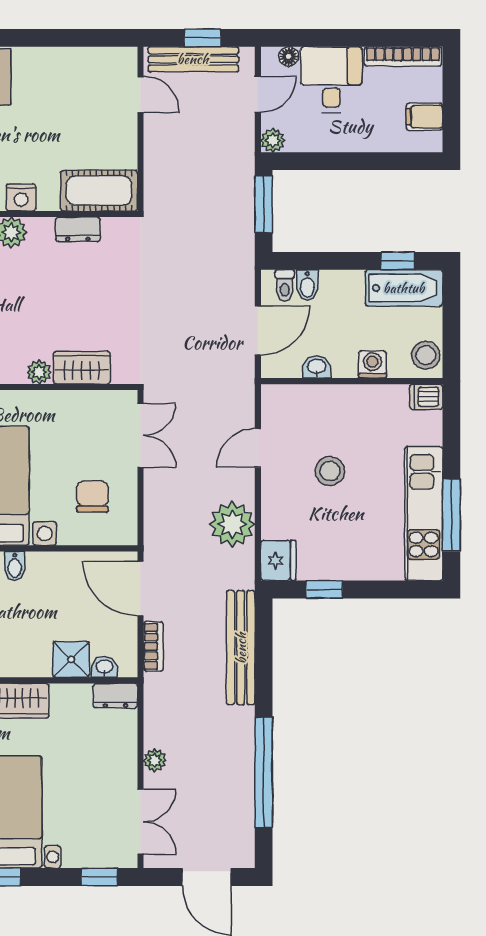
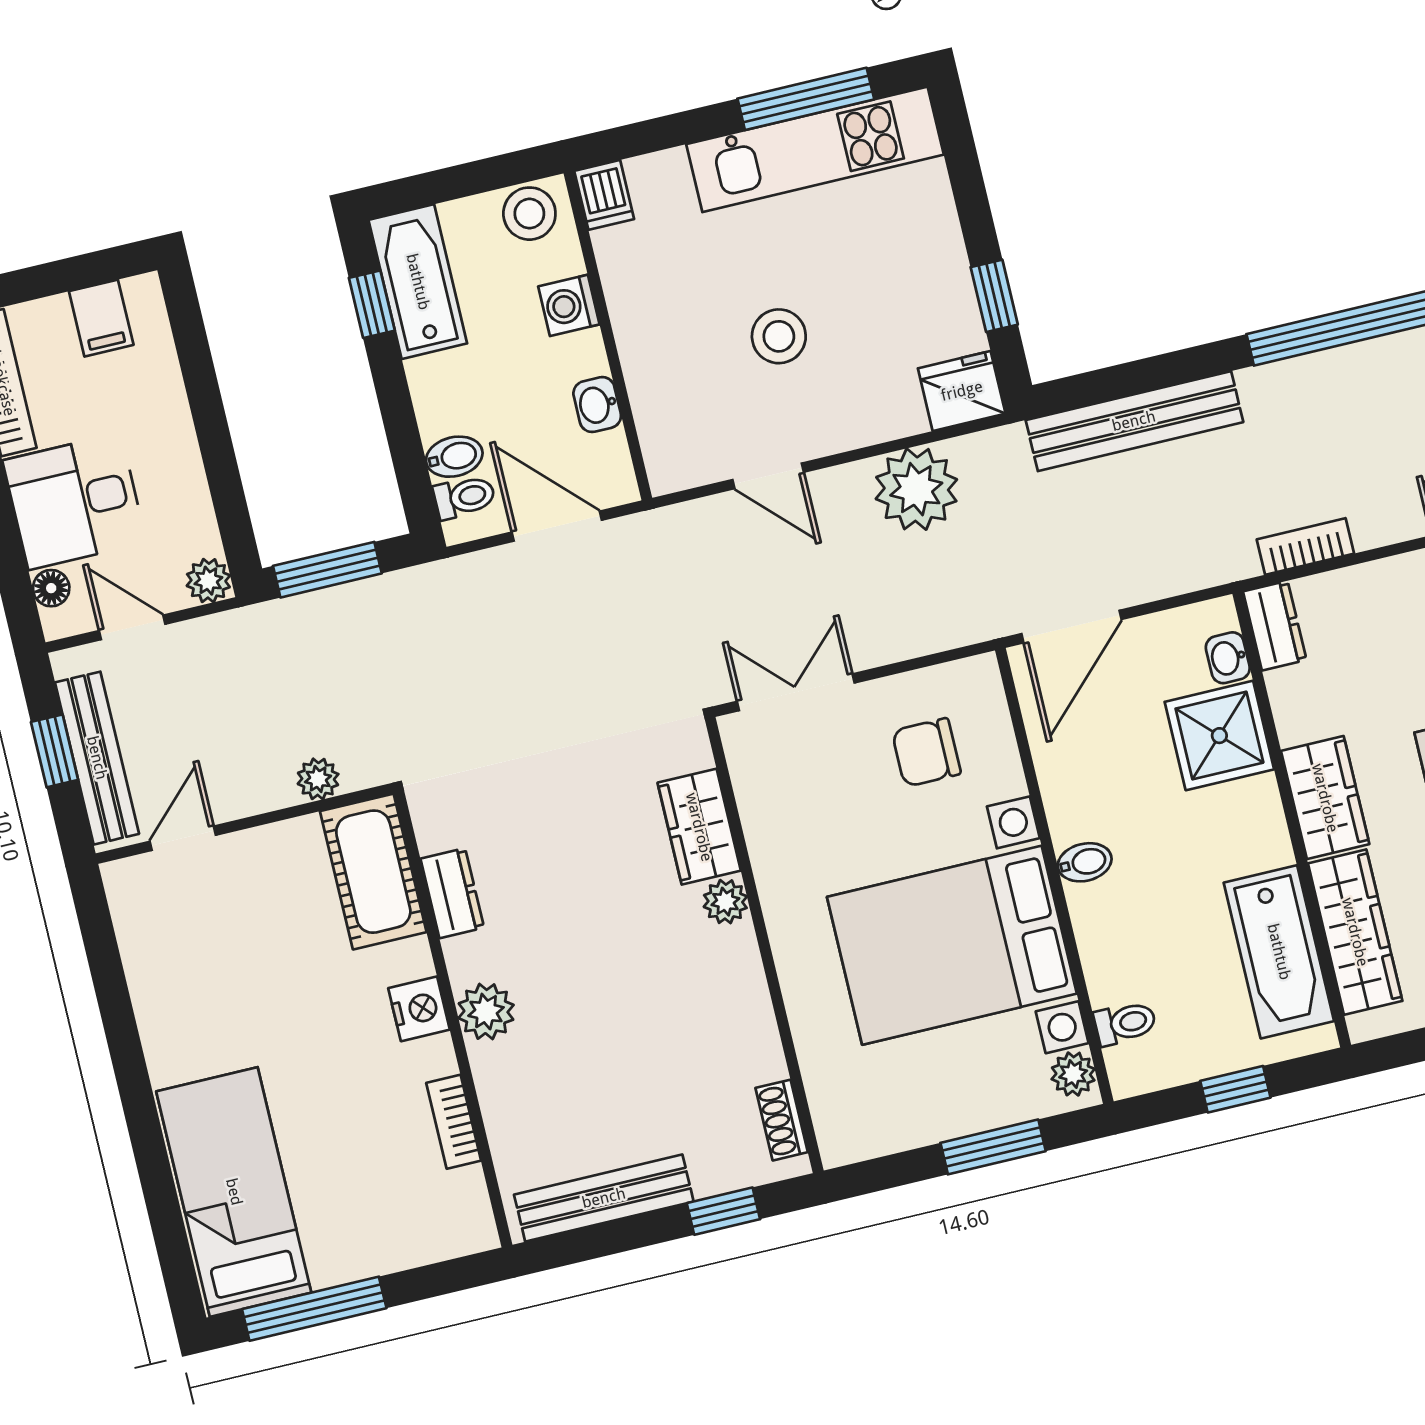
bookcase: (153, 646) -> (1305, 546), moved
shower: (71, 659) -> (1219, 736), width x1.36, depth x1.36
plant: (155, 760) -> (318, 779), moved

